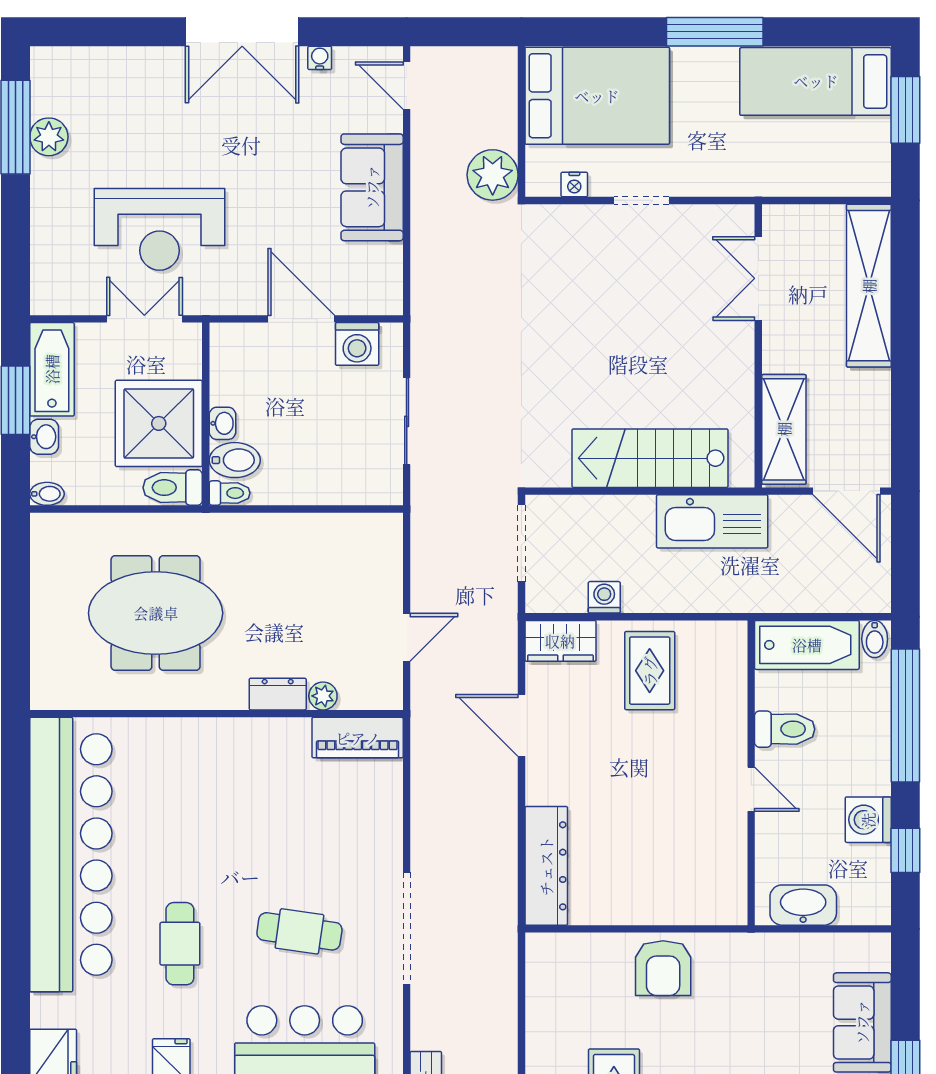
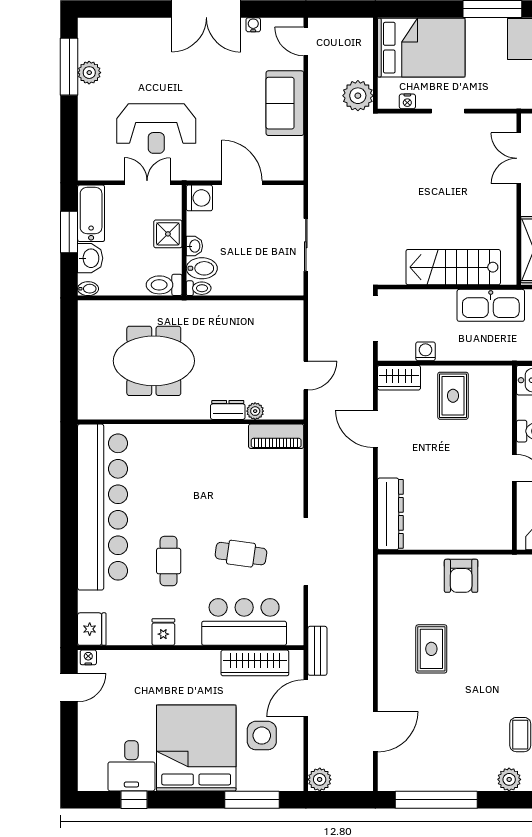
washing machine: (357, 344) -> (199, 198), moved, turned -90
shower: (159, 423) -> (168, 234), width x0.54, depth x0.54
washbasin: (44, 437) -> (90, 258), width x1.38, depth x1.45

